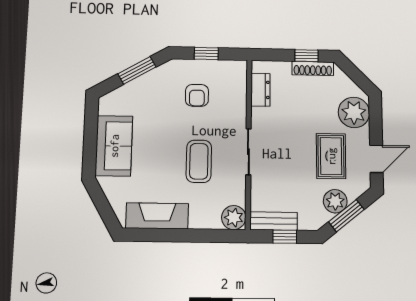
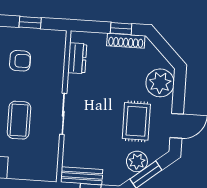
armchair: (197, 95) -> (20, 61), turned -90
plant: (234, 218) -> (47, 171), removed

